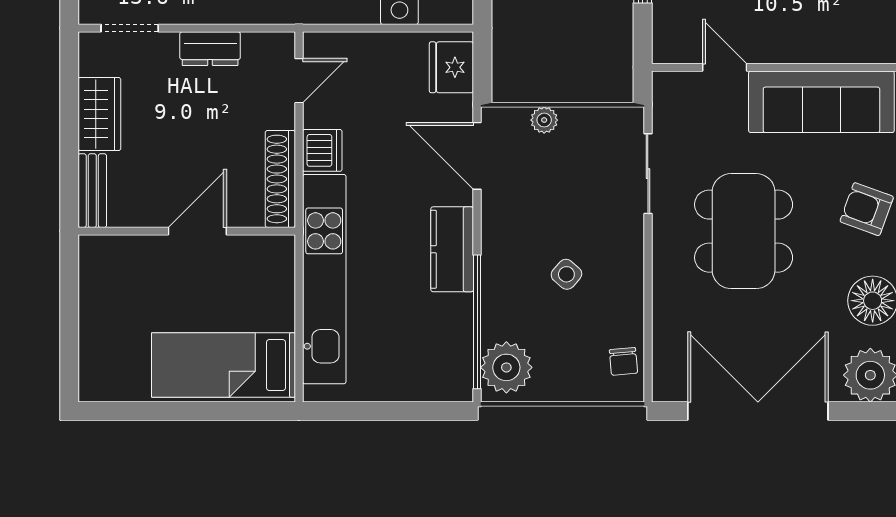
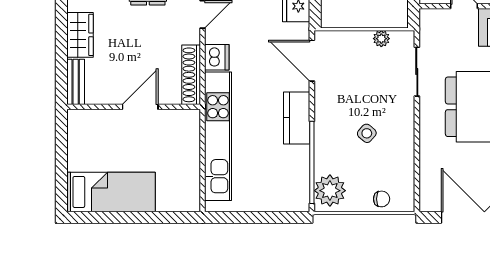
plant: (544, 120) -> (381, 39), moved
chair: (623, 361) -> (382, 199), moved, turned -85
bed: (223, 365) -> (111, 192), moved, turned 180

